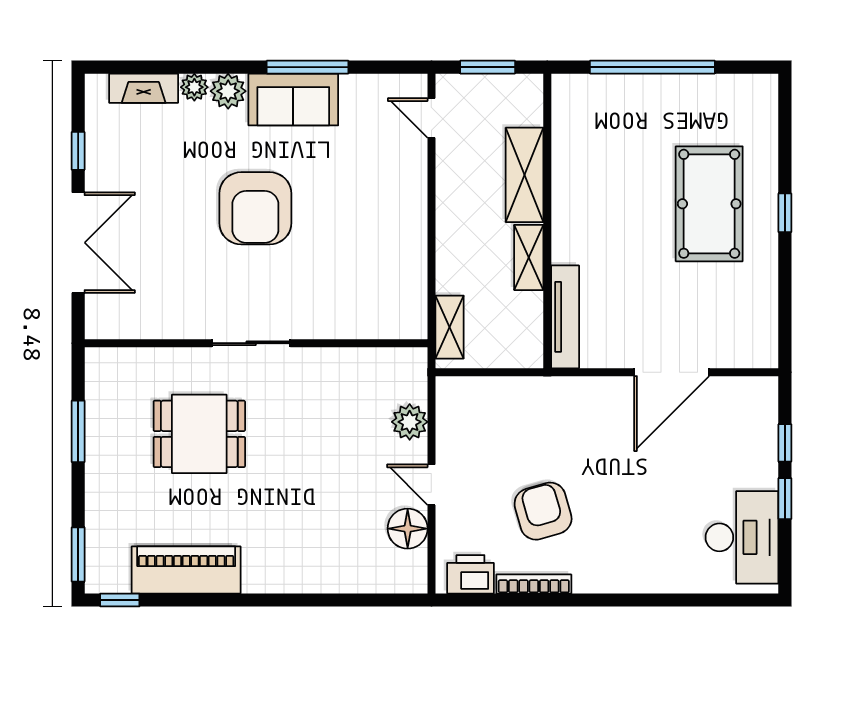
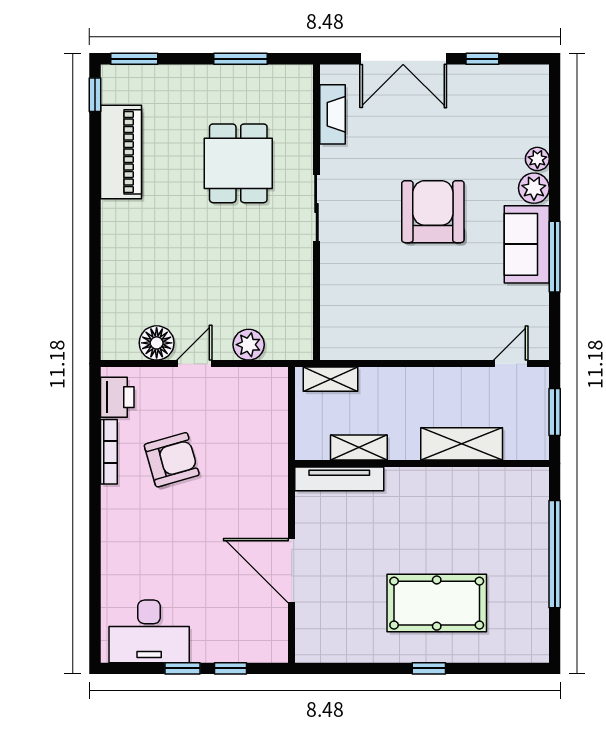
fireplace: (144, 88) -> (333, 114), moved, turned 180
armchair: (255, 208) -> (433, 212), turned 90
shelving: (529, 257) -> (359, 447), moved

